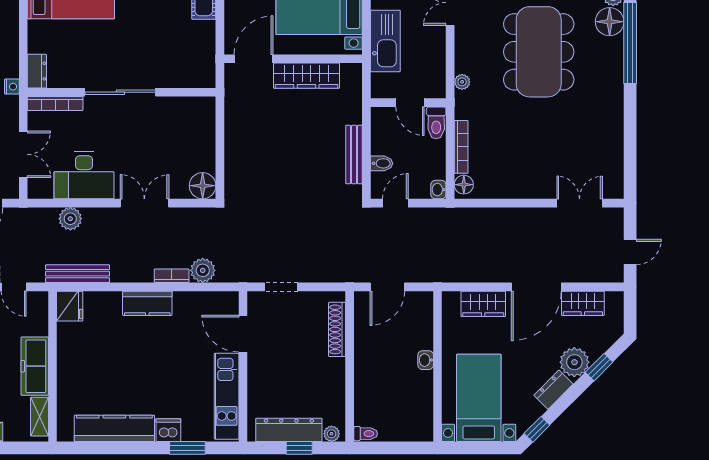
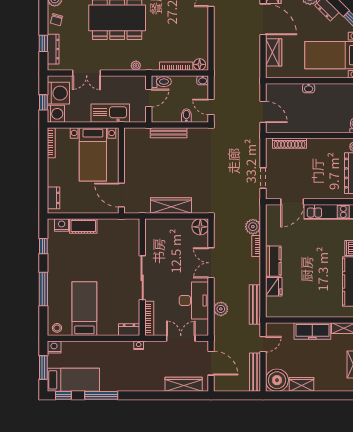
wardrobe: (306, 76) -> (171, 205), moved, turned -90
bench: (354, 155) -> (169, 133), moved
fridge: (70, 306) -> (274, 287), moved, turned 90

